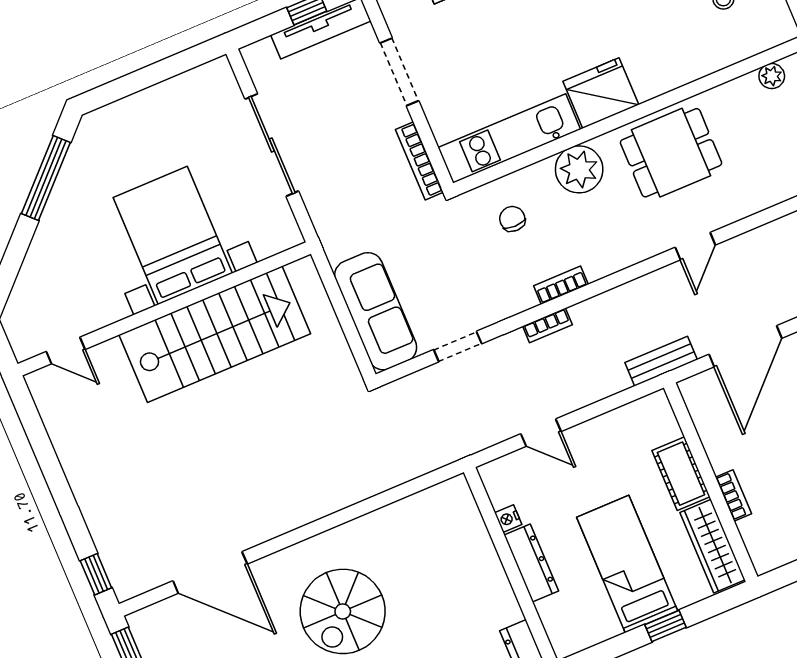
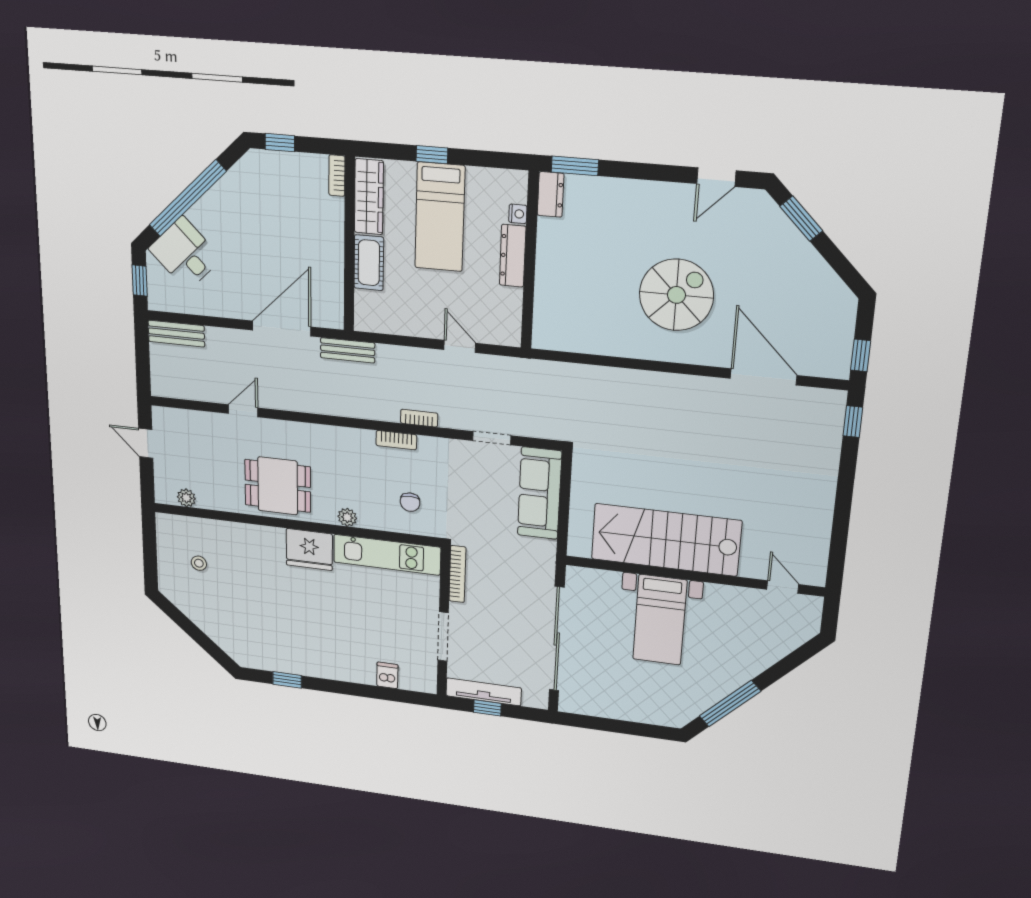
sliding door: (272, 145) -> (557, 639), width x1.36
plant: (579, 169) -> (347, 517), width x0.53, depth x0.53
bed with nightstands: (173, 235) -> (660, 620), width x0.73
door: (695, 246) -> (243, 411), moved
bookcase: (733, 495) -> (337, 176), moved
nightstand: (508, 519) -> (518, 214), moved

